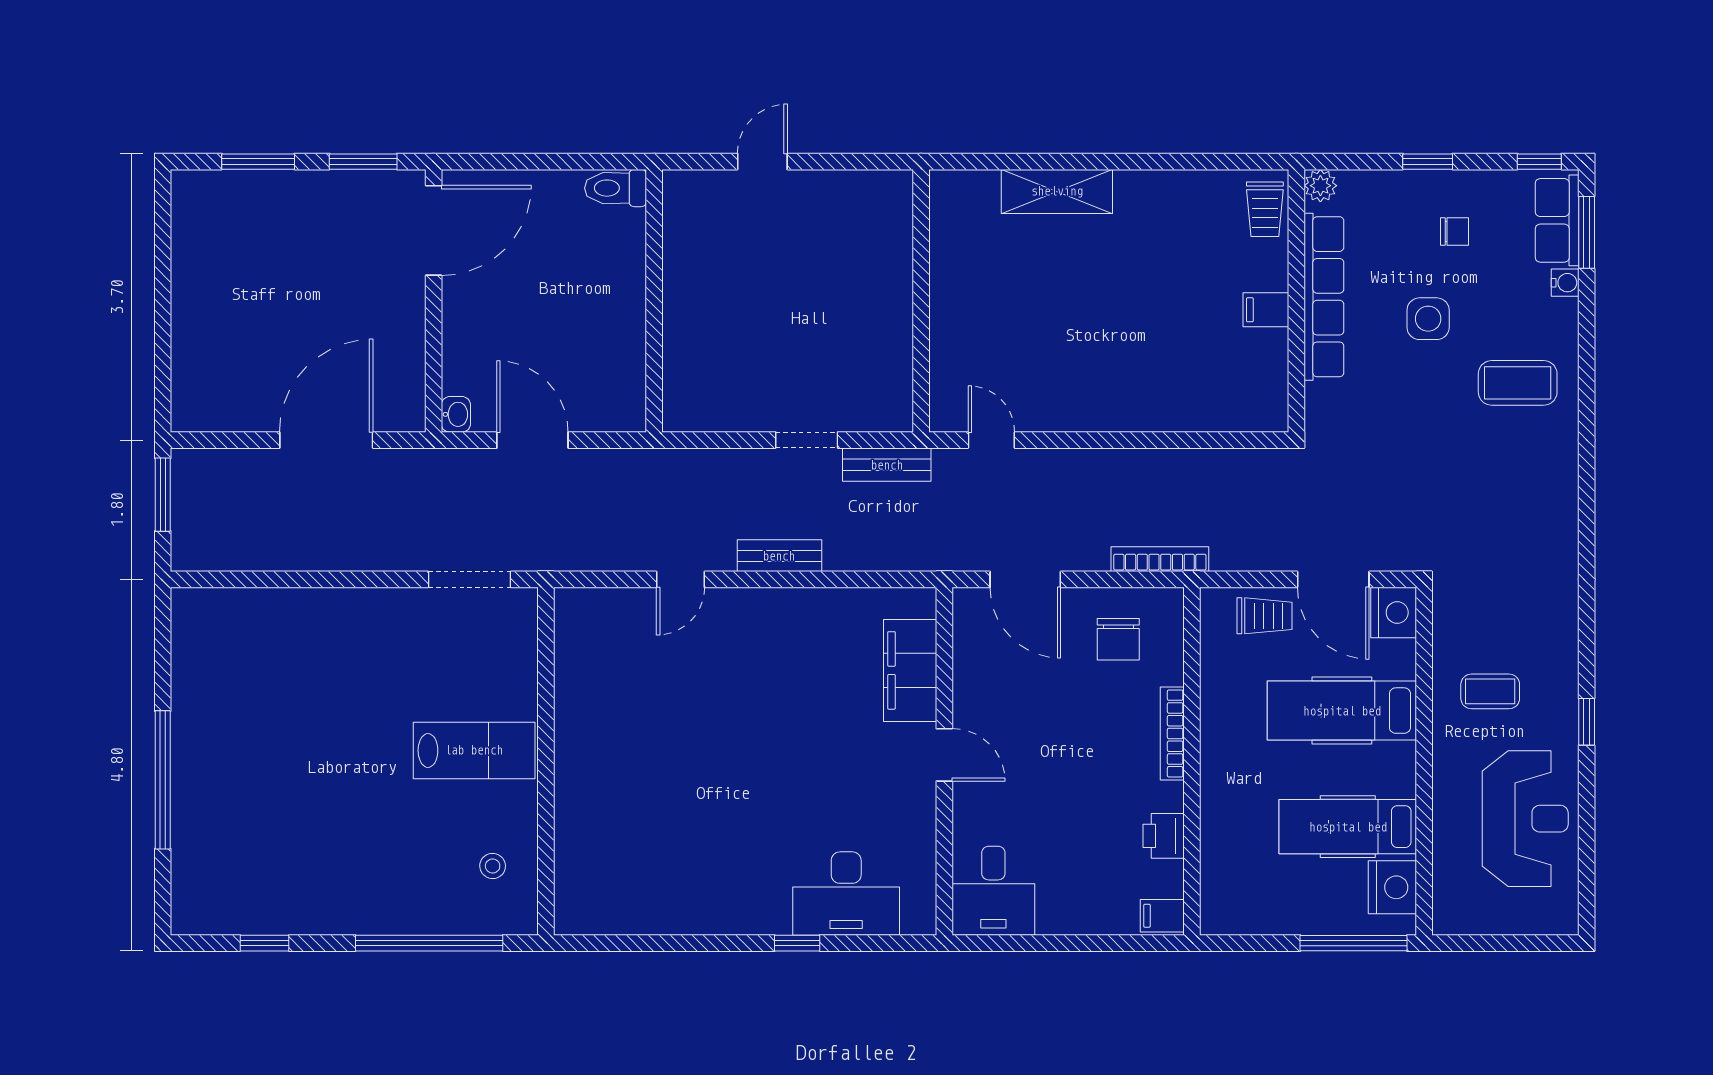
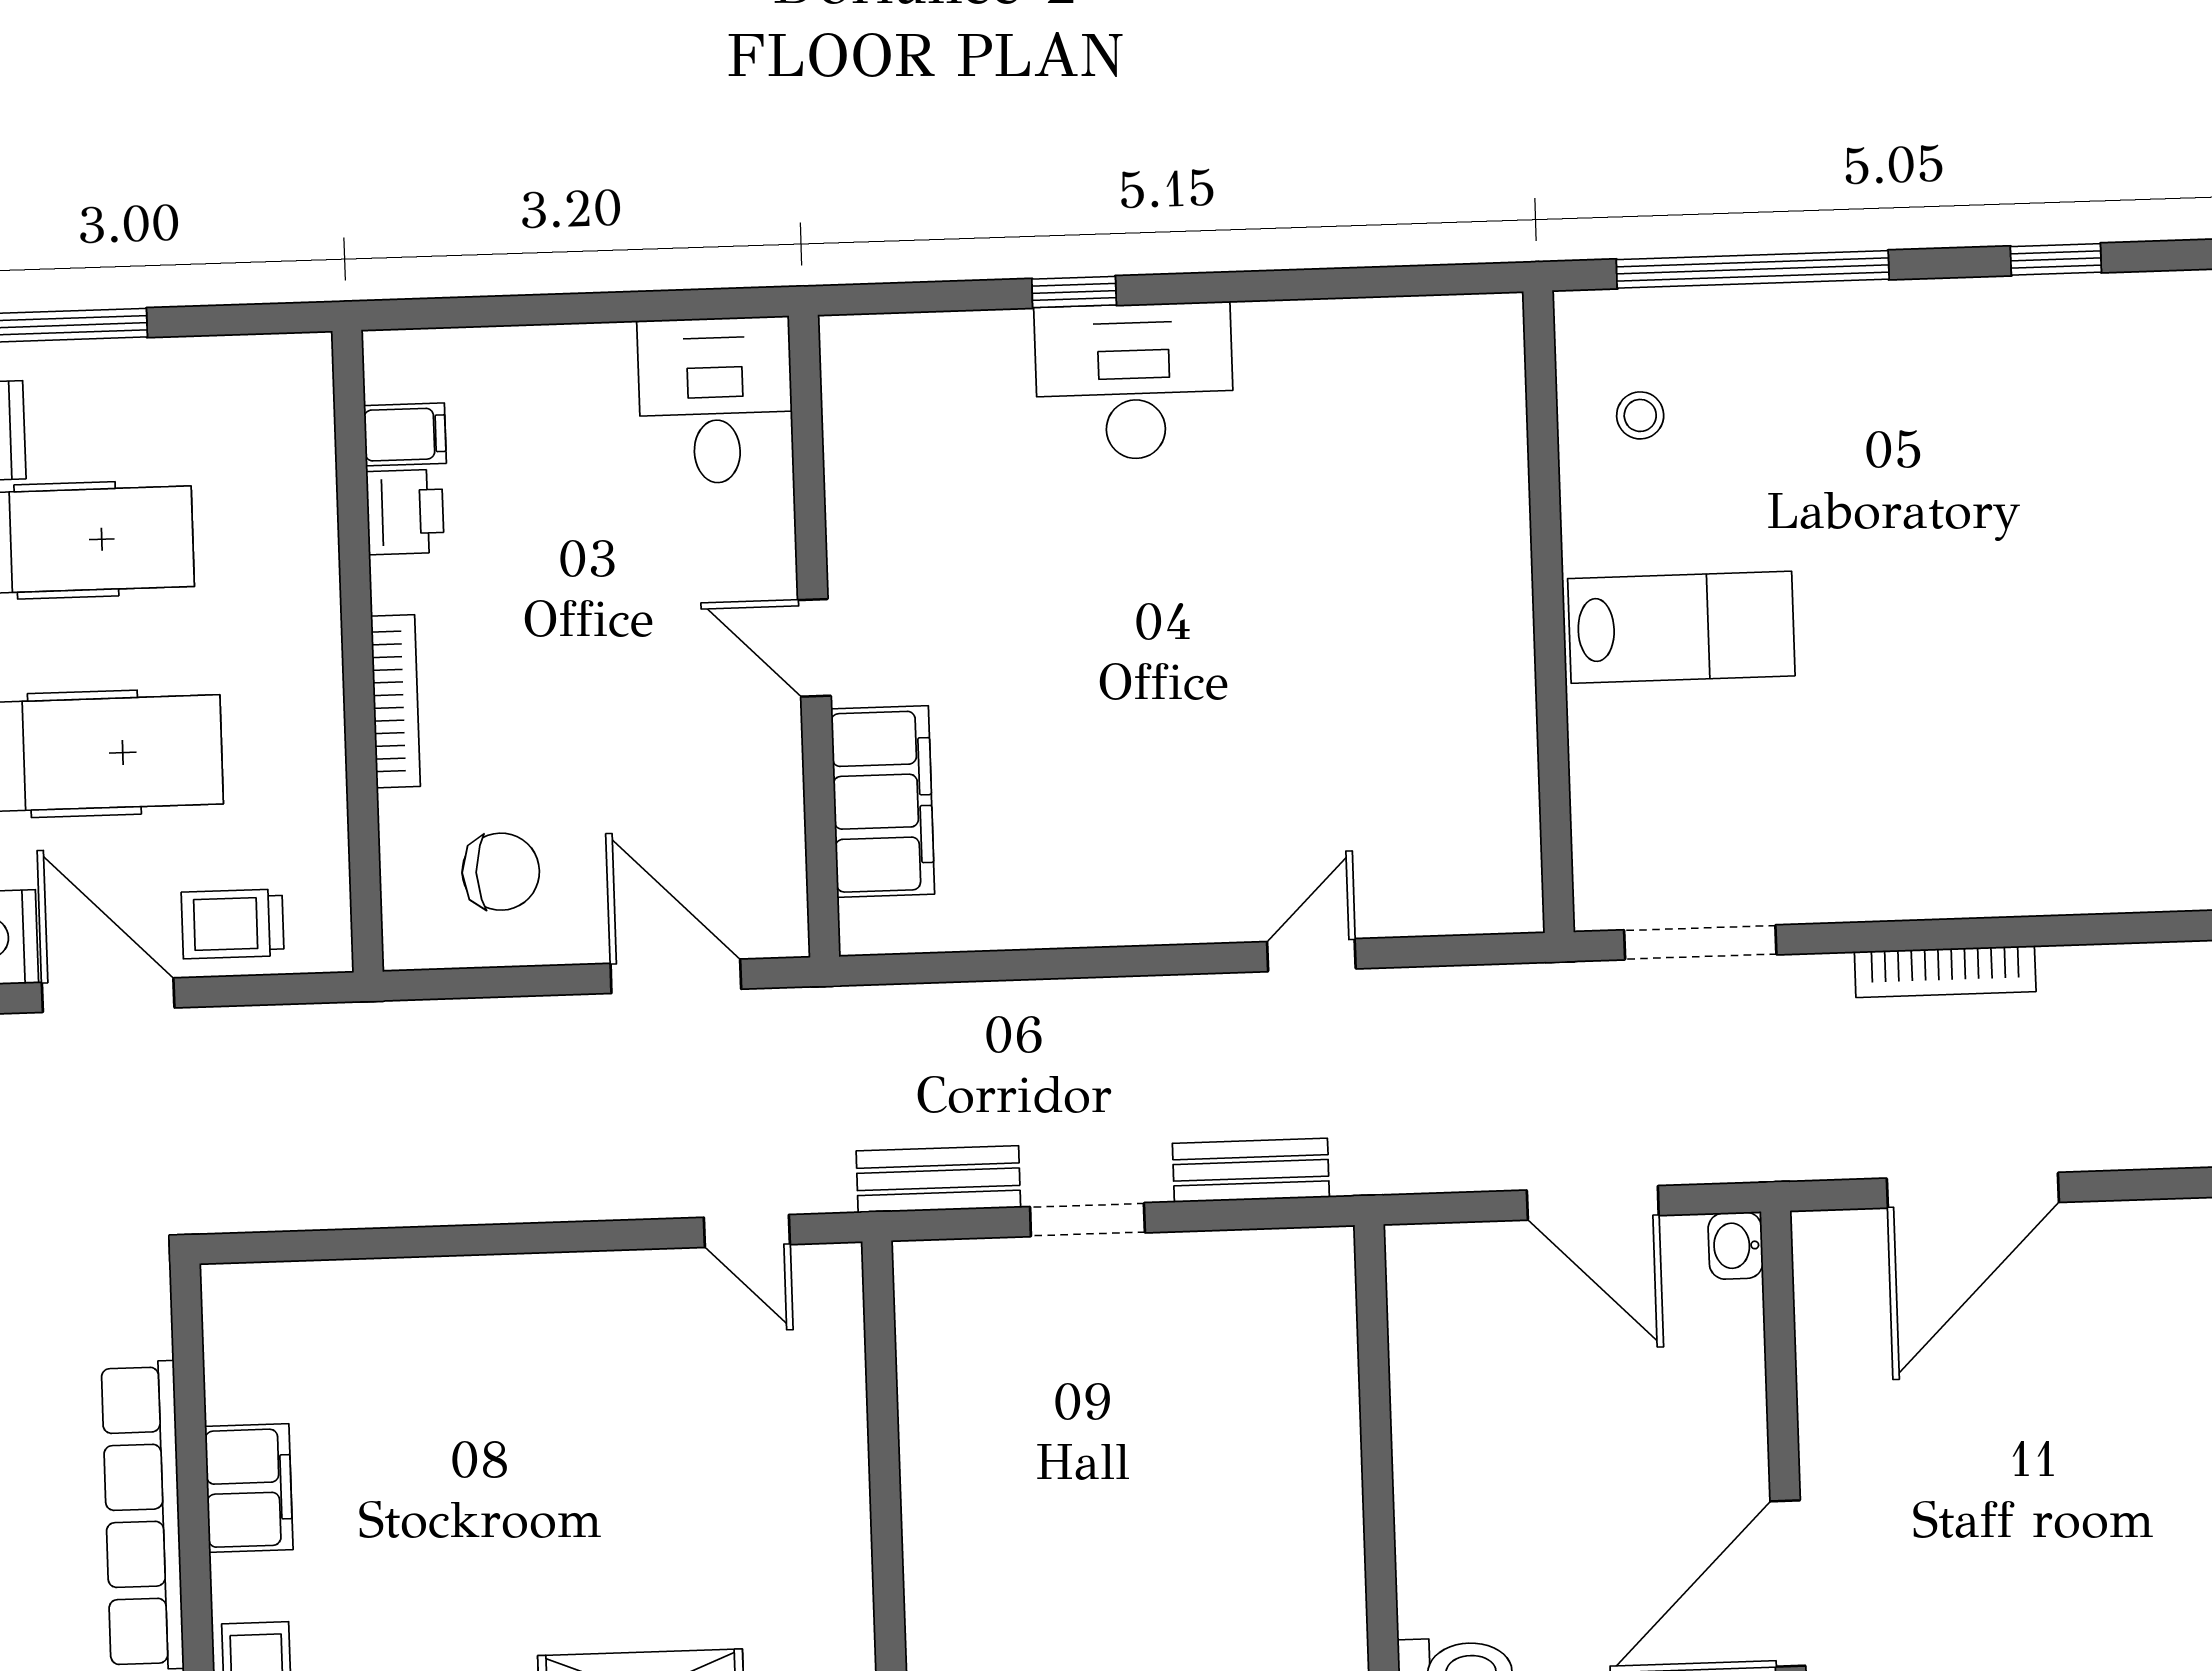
filing cabinet: (1266, 310) -> (249, 1488), width x2.00
bench: (779, 556) -> (1251, 1170), moved
bookcase: (1160, 559) -> (1945, 972), moved
chair: (1118, 639) -> (501, 872), turned 90
lab bench: (474, 750) -> (1681, 627), turned 180
desk: (846, 894) -> (1134, 381), moved
filing cabinet: (1162, 916) -> (405, 434), moved

